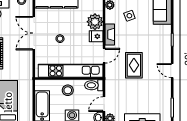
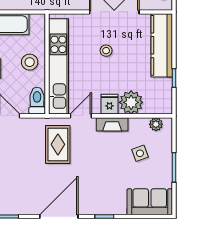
door: (104, 56) -> (81, 116), swing flipped
rug: (134, 65) -> (58, 144), moved, turned 90
door: (172, 71) -> (59, 217), width x1.88

